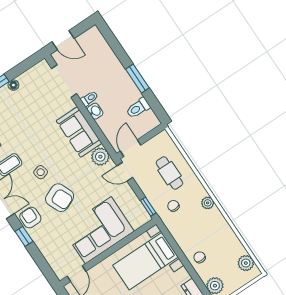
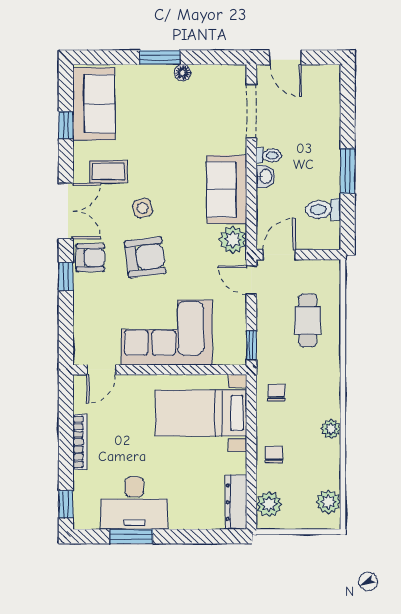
armchair: (60, 198) -> (145, 257), turned -74
plant: (208, 203) -> (331, 429), moved
chair: (173, 206) -> (277, 393), moved
armchair: (30, 218) -> (90, 258), turned 90

